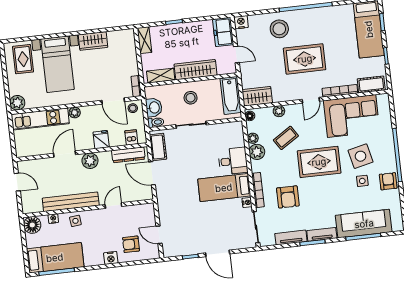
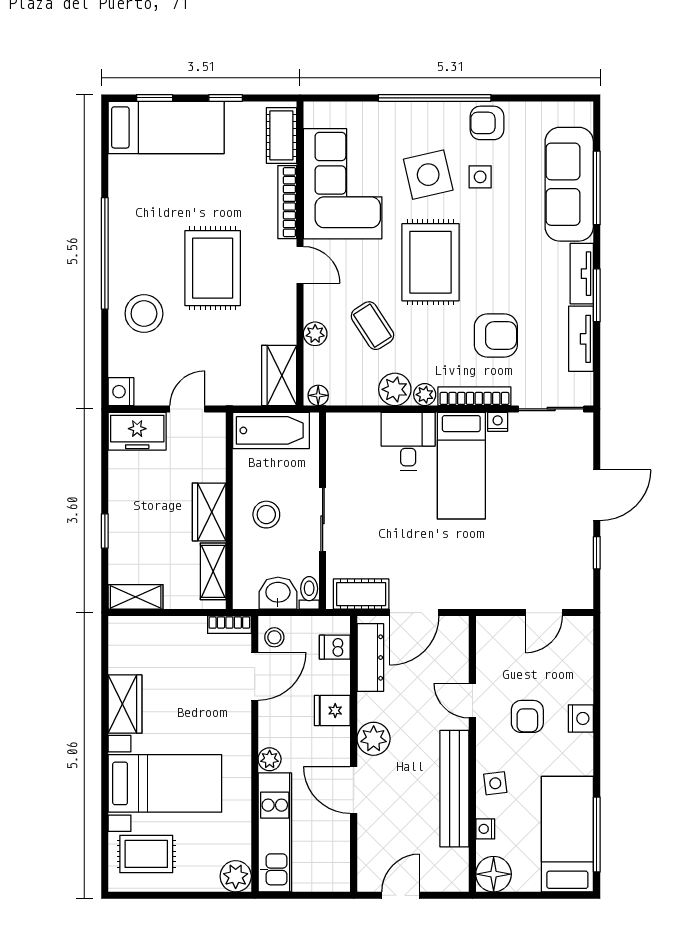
wardrobe: (196, 70) -> (209, 512), width x0.67
plant: (253, 138) -> (425, 395), moved
armchair: (131, 244) -> (527, 716), moved

